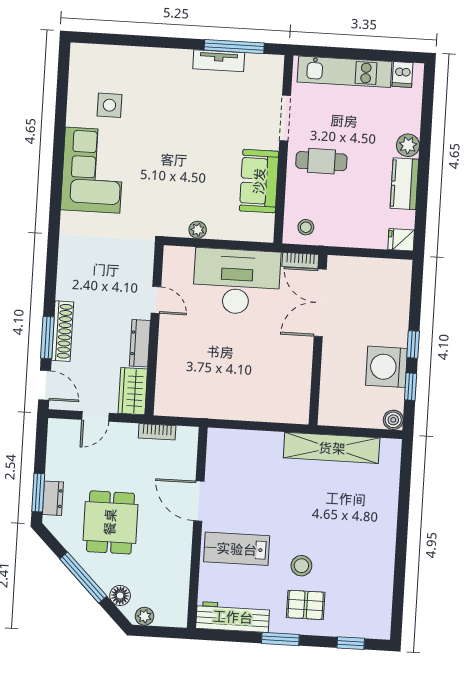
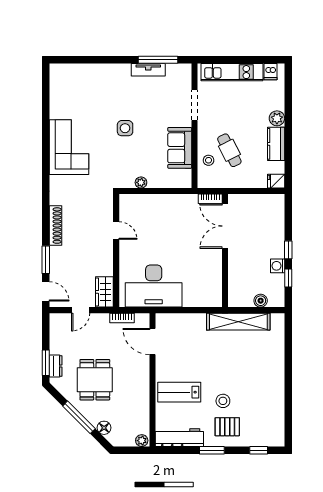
side table: (109, 105) -> (125, 128), moved
cafe table: (321, 161) -> (229, 150), moved, turned 63
stool: (306, 227) -> (209, 160), moved
desk: (237, 281) -> (154, 286), moved, turned 180
shoe rack: (63, 331) -> (56, 226), moved
dresser: (140, 343) -> (107, 260), removed
washing machine: (387, 367) -> (278, 266), width x0.53, depth x0.53
boiler: (393, 420) -> (261, 301), moved
door: (199, 501) -> (152, 341), moved
plant: (144, 616) -> (142, 441), moved

